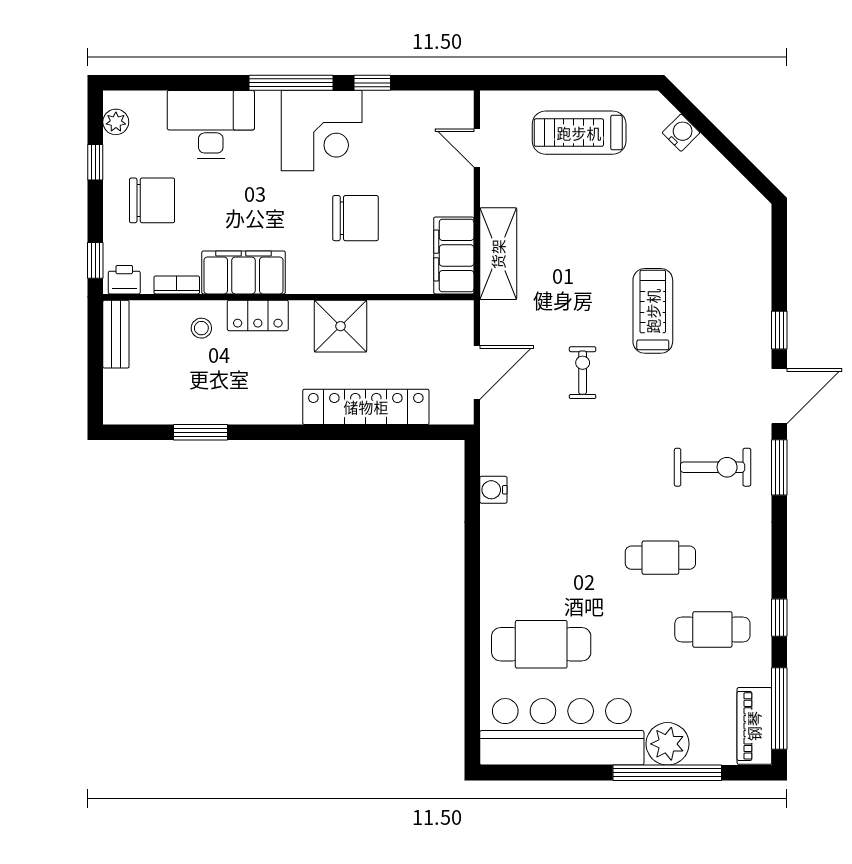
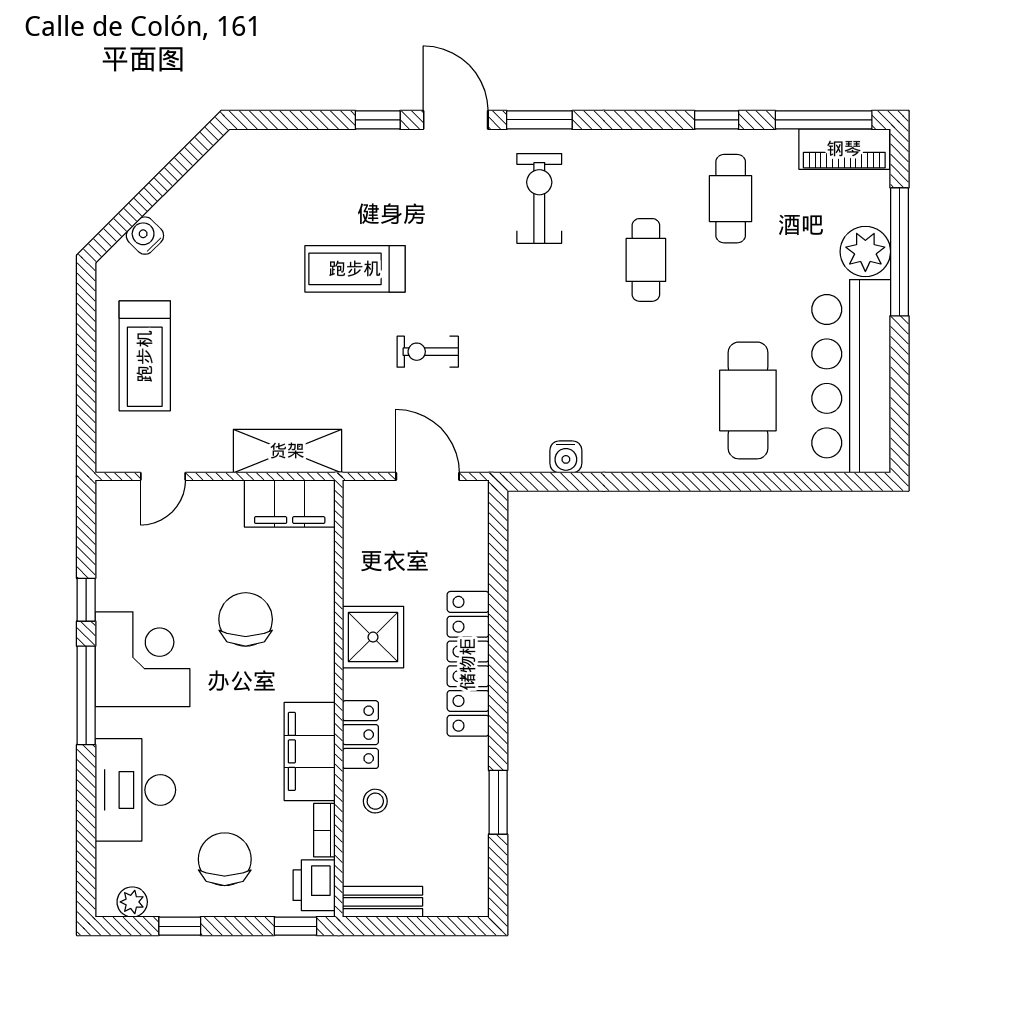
printer: (124, 280) -> (314, 885), width x1.36, depth x1.24
locker: (366, 407) -> (468, 664), moved

